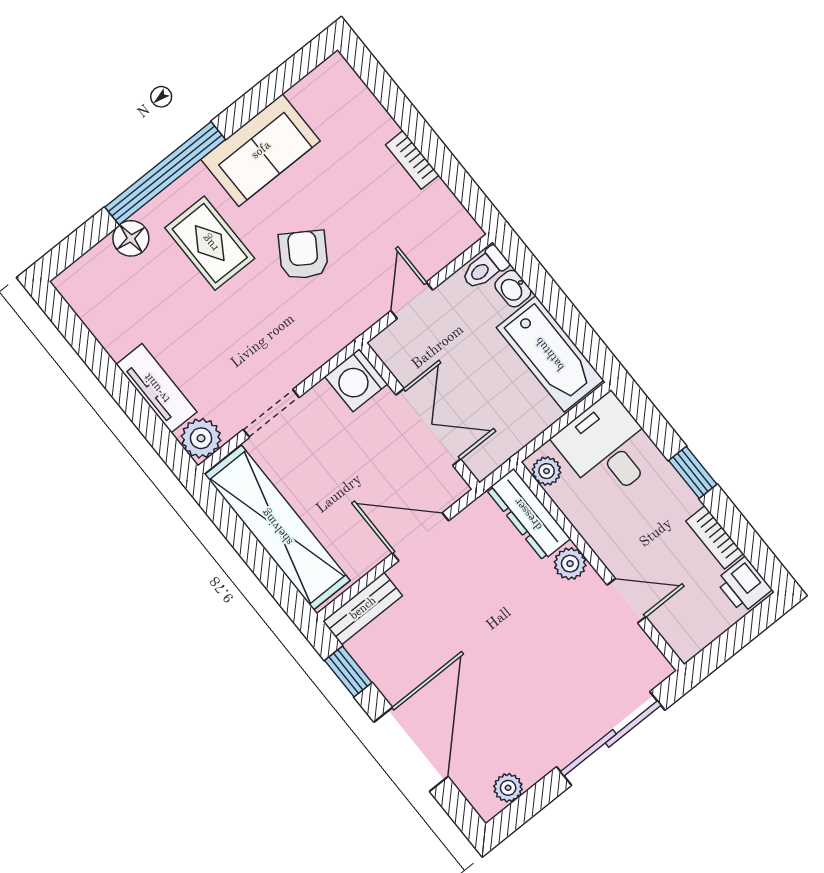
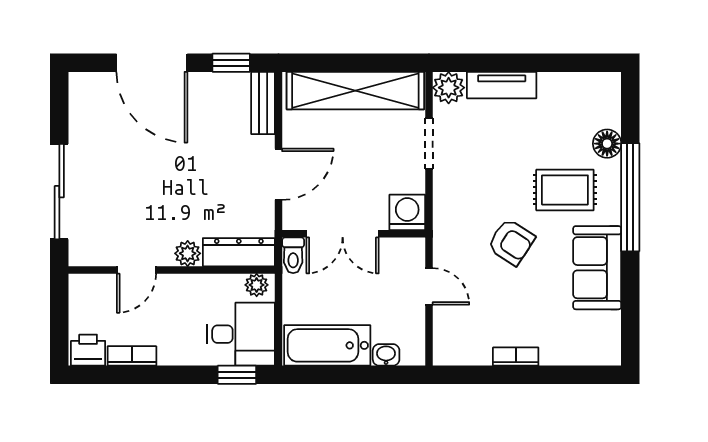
toilet: (485, 268) -> (293, 255), moved, turned 180
window: (693, 472) -> (237, 375), moved
plant: (508, 788) -> (80, 104), removed

